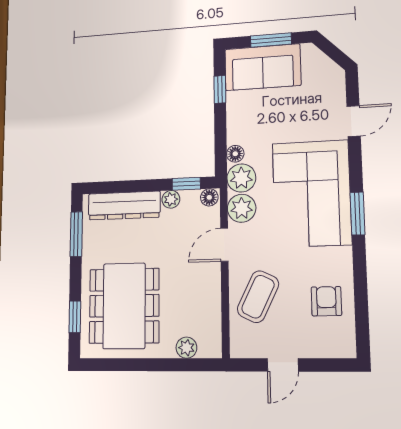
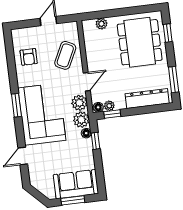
window: (220, 89) -> (95, 141), moved
plant: (171, 199) -> (109, 106), moved

